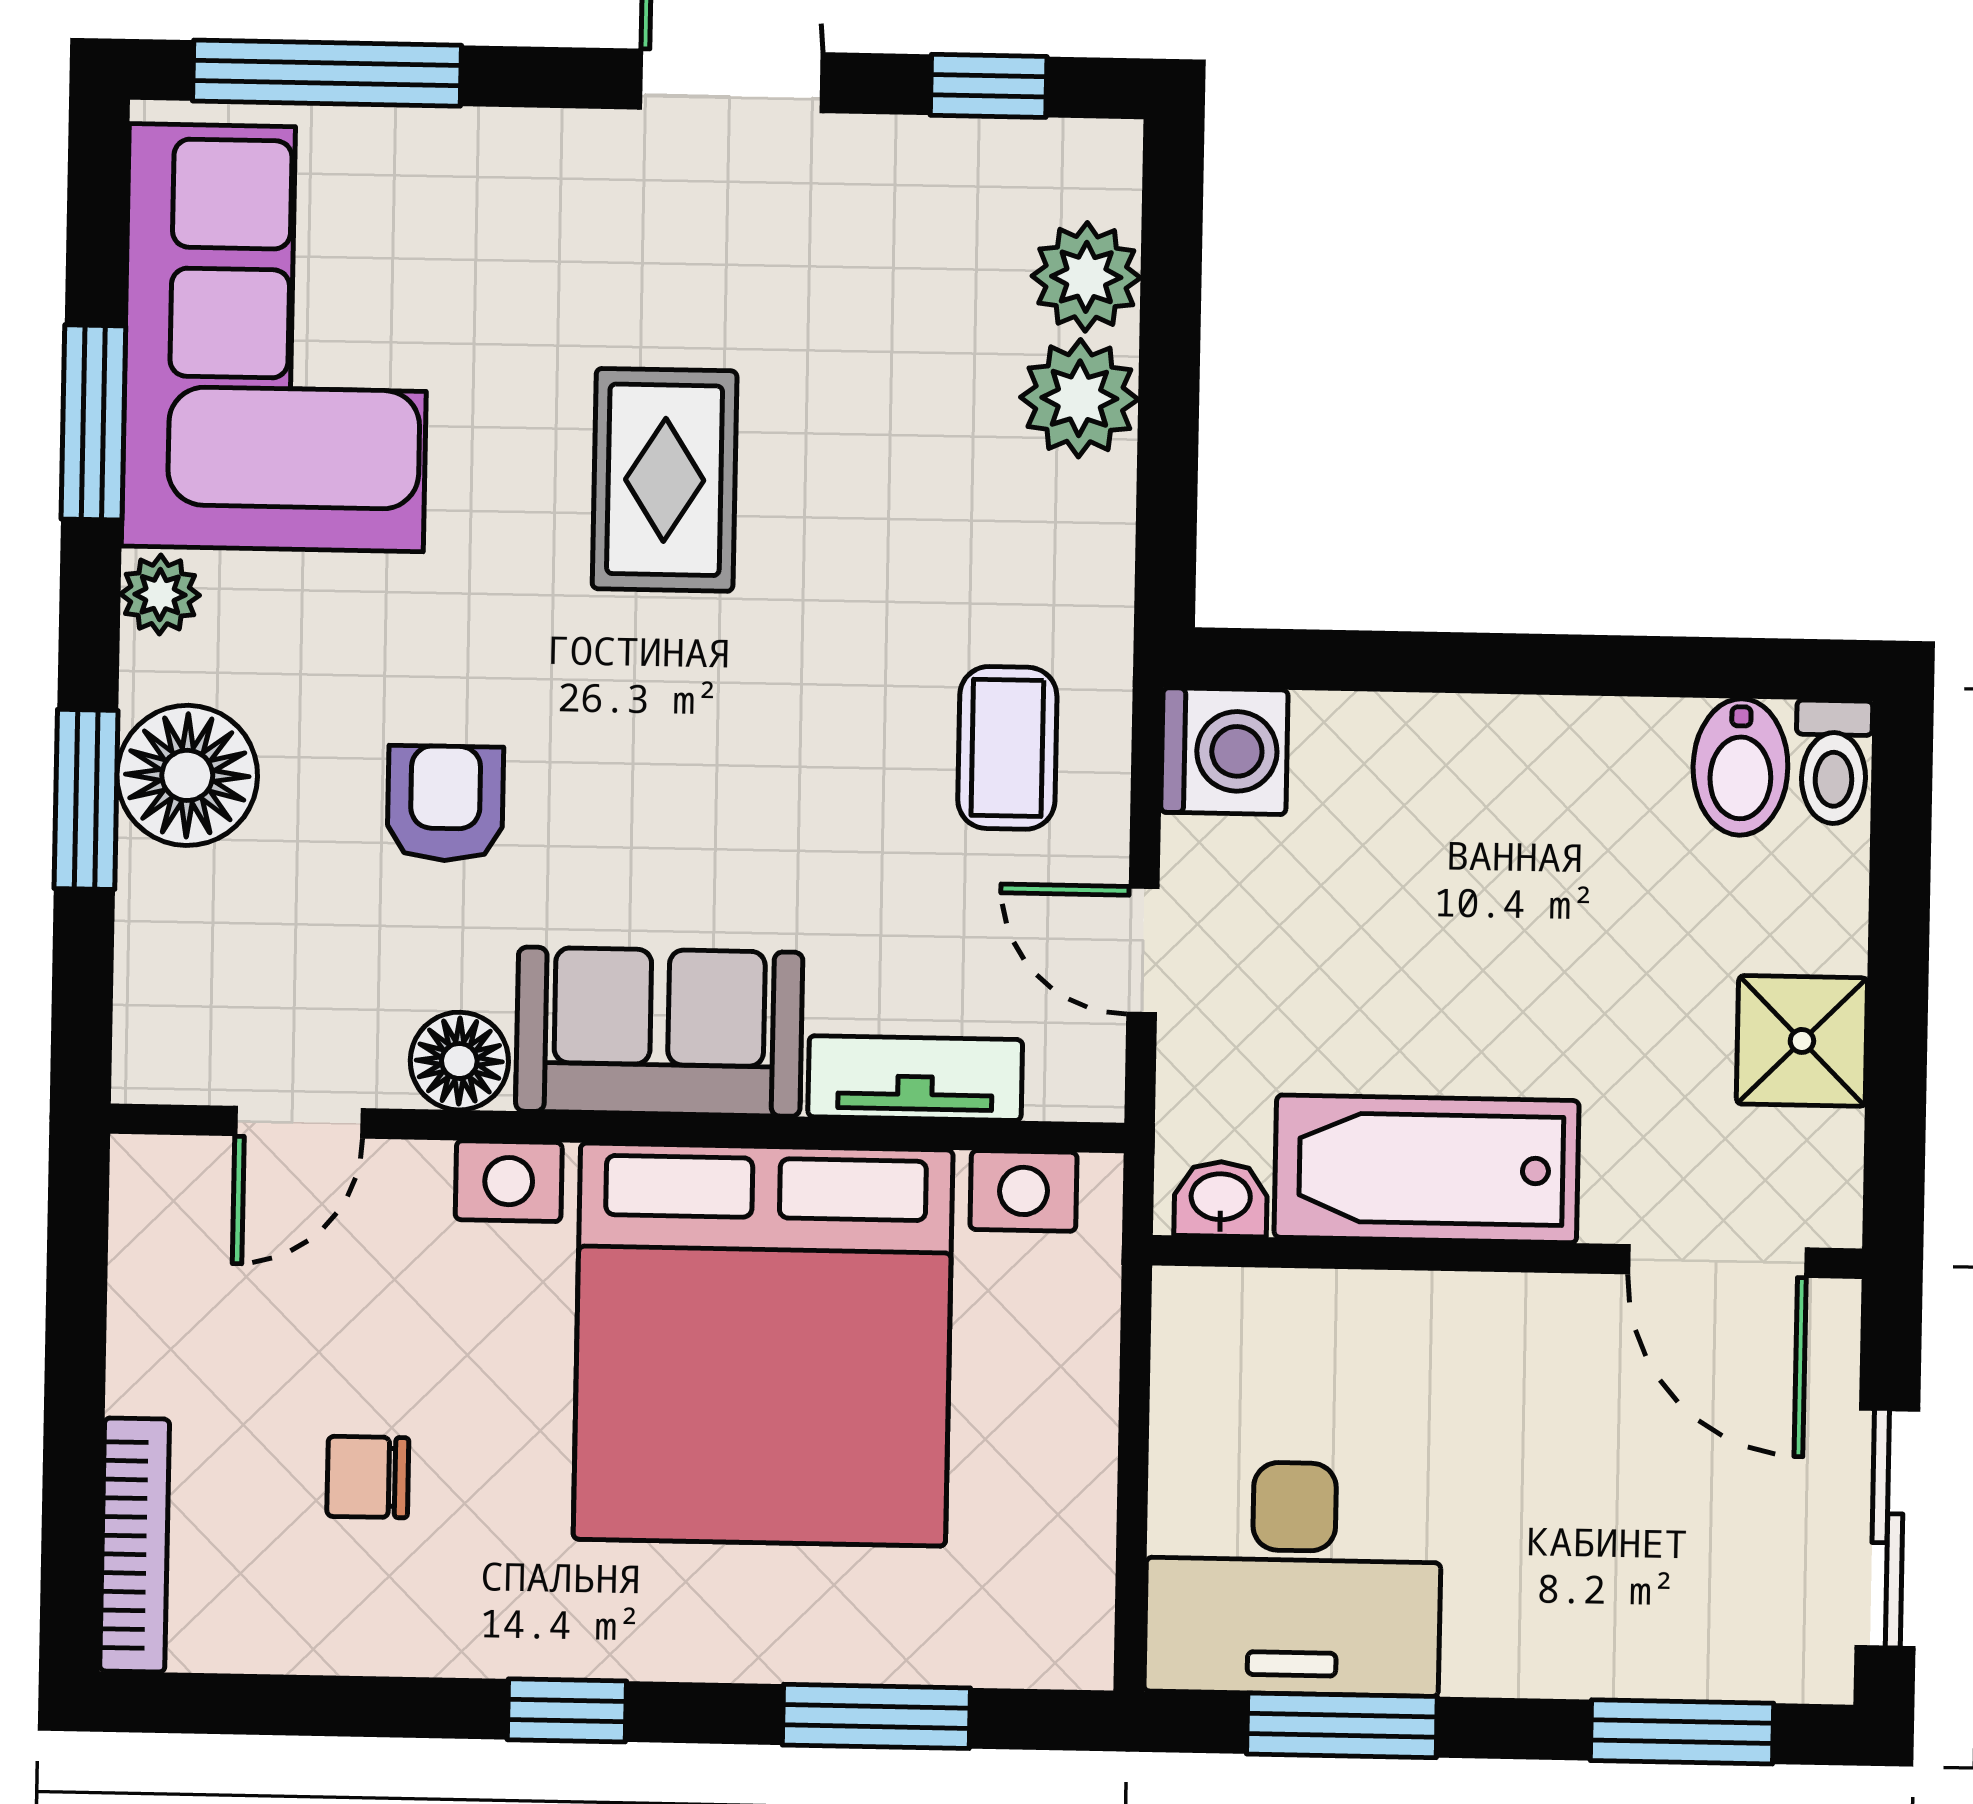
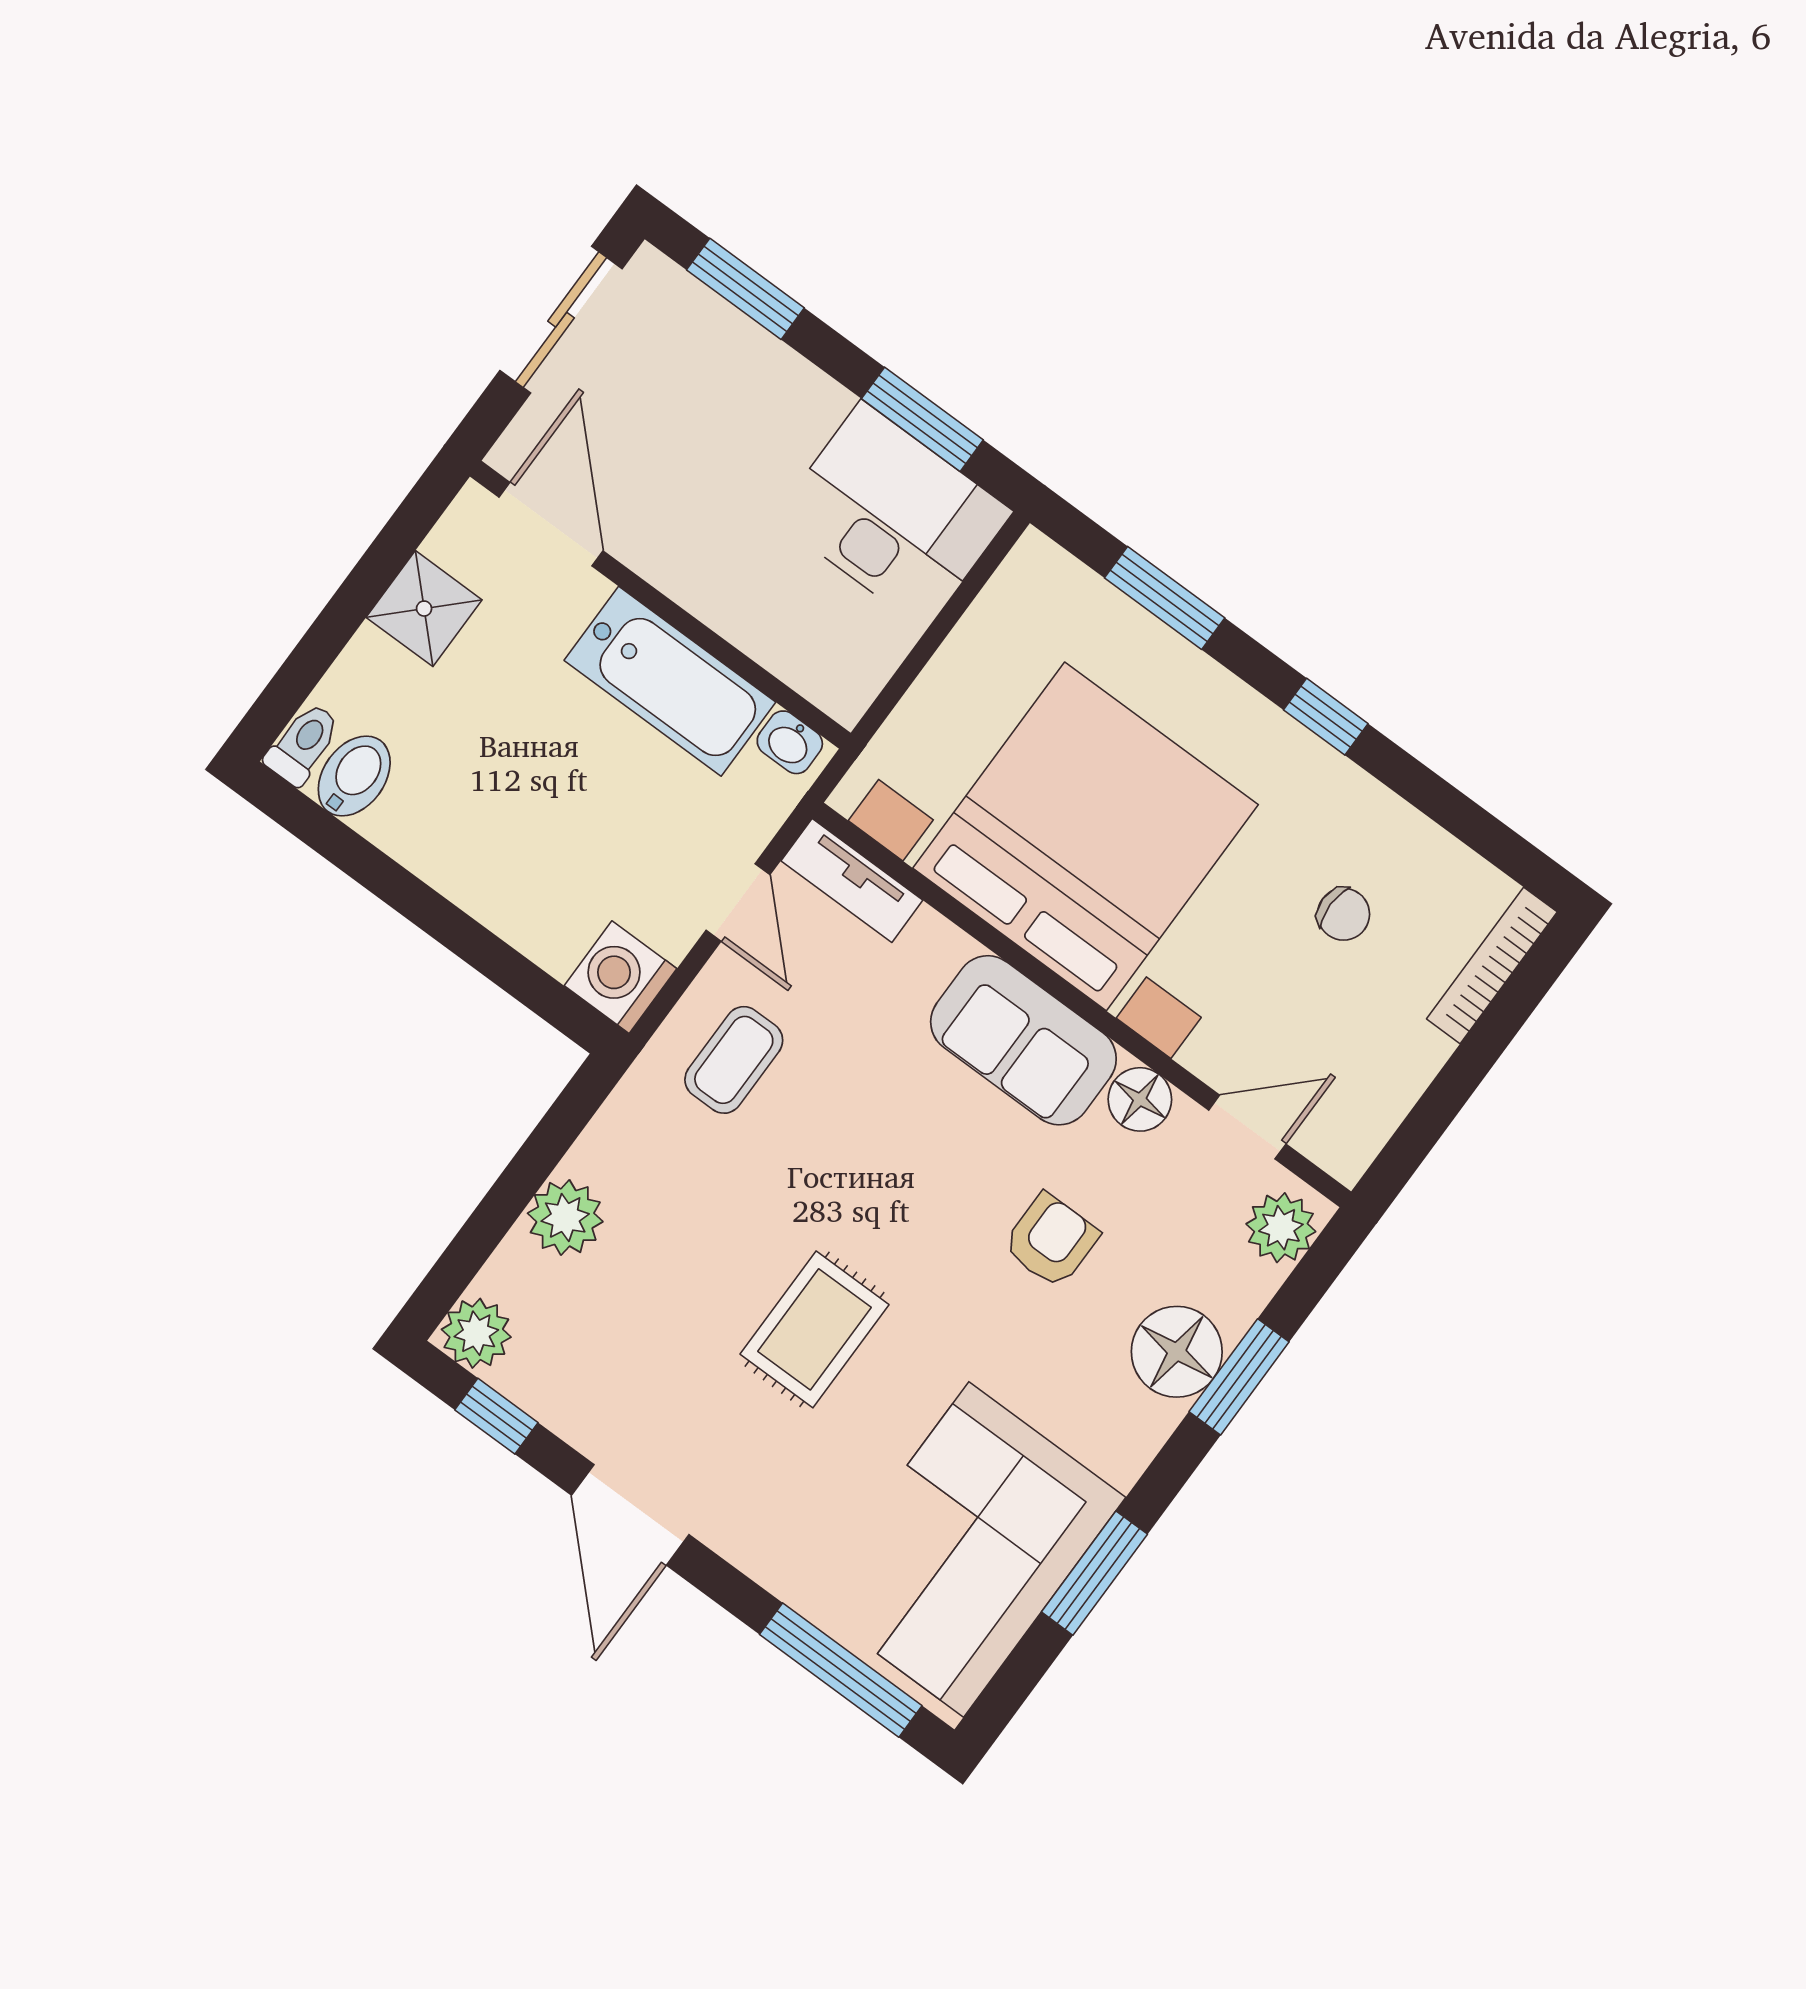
plant: (1086, 277) -> (476, 1333), moved
plant: (160, 595) -> (1281, 1228), moved, width x1.38, depth x1.38
armchair: (445, 803) -> (1051, 1241), turned 180
tv unit: (915, 1078) -> (852, 880), moved

